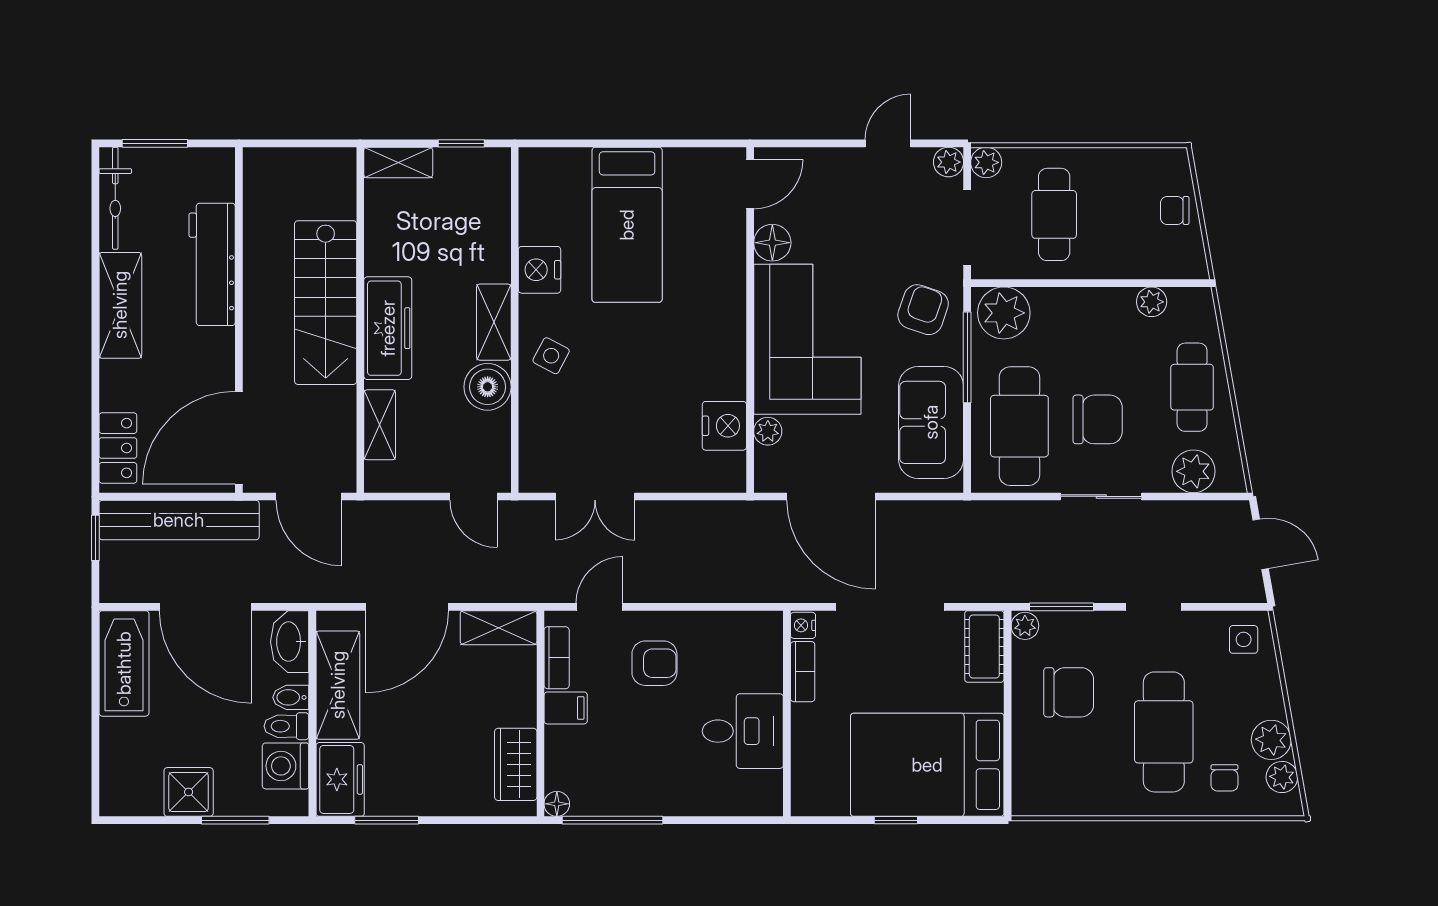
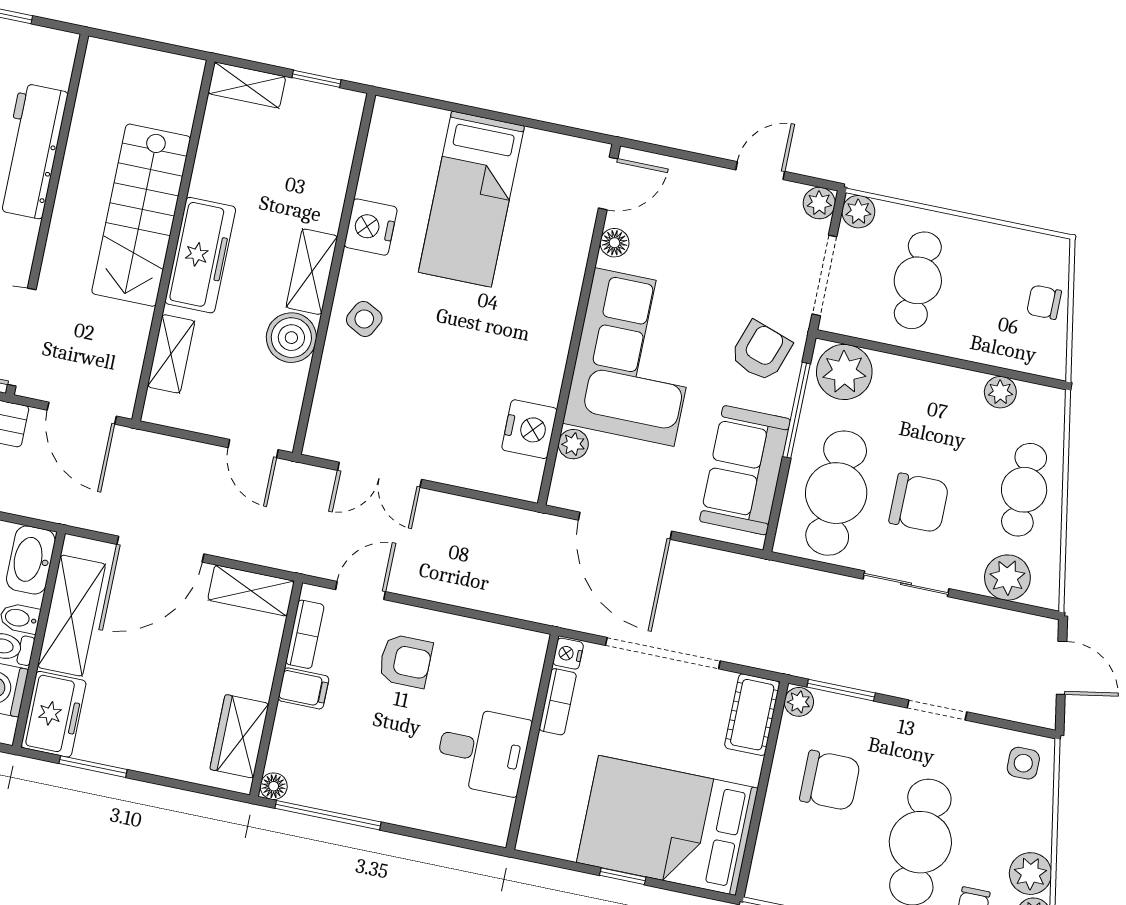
floor lamp: (772, 243) -> (614, 243), width x0.73, depth x0.73

